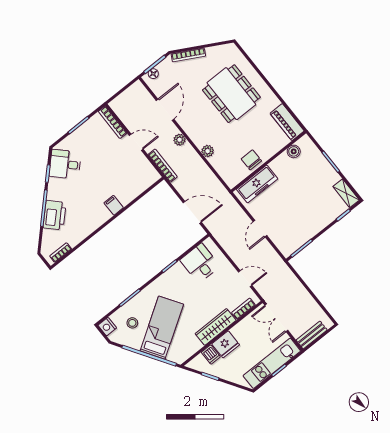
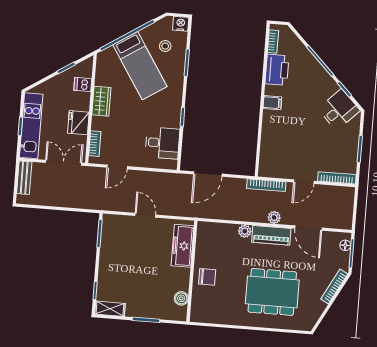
piano: (287, 122) -> (271, 235), moved, turned 180
chair: (251, 160) -> (207, 277), moved
filing cabinet: (114, 205) -> (272, 103), moved
printer: (55, 215) -> (277, 70), moved, turned -135
wardrobe: (216, 327) -> (101, 101), width x0.67
fridge: (226, 344) -> (78, 123), moved

